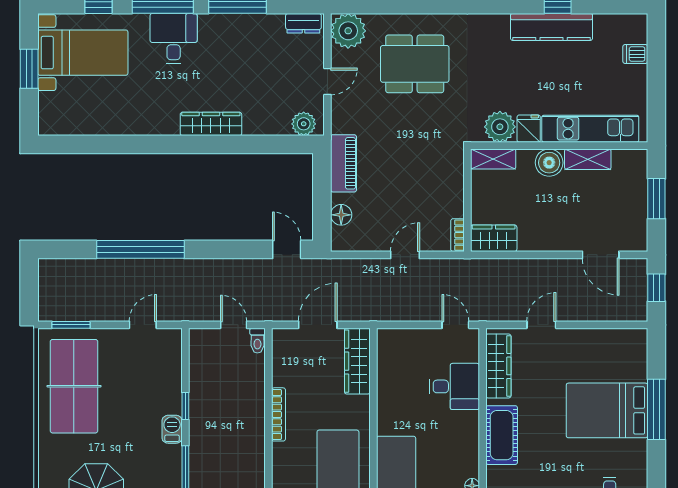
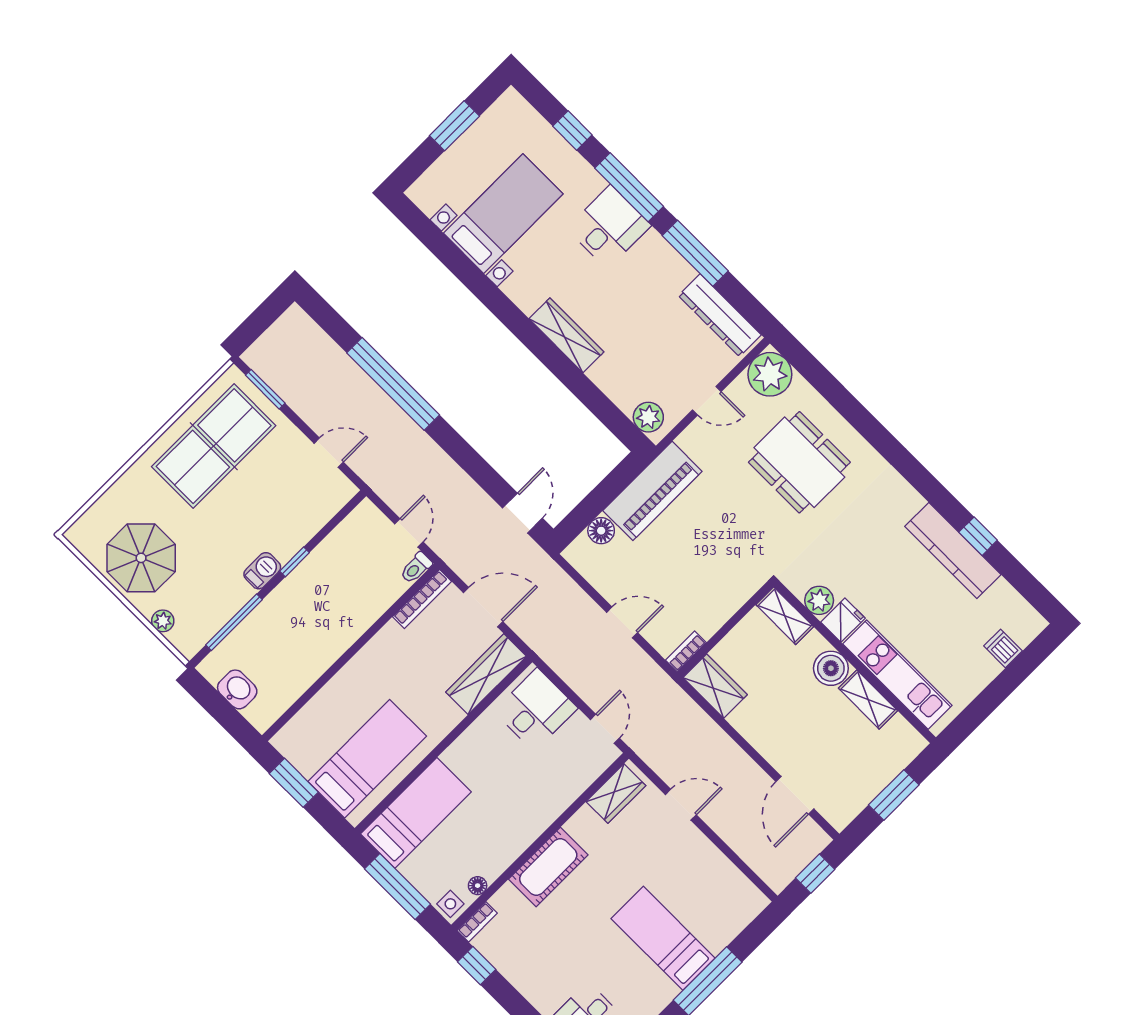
dresser: (303, 23) -> (720, 315), width x1.96, depth x1.24
bed with nightstands: (83, 53) -> (503, 214), moved, turned -90
plant: (500, 127) -> (819, 600), width x0.73, depth x0.73
piano: (344, 163) -> (652, 491), width x1.37, depth x1.33
wardrobe: (498, 366) -> (616, 794), width x0.67
desk: (454, 386) -> (536, 710), moved, turned -90
bed: (607, 410) -> (663, 938), width x0.67
bookcase: (279, 414) -> (422, 599), moved

